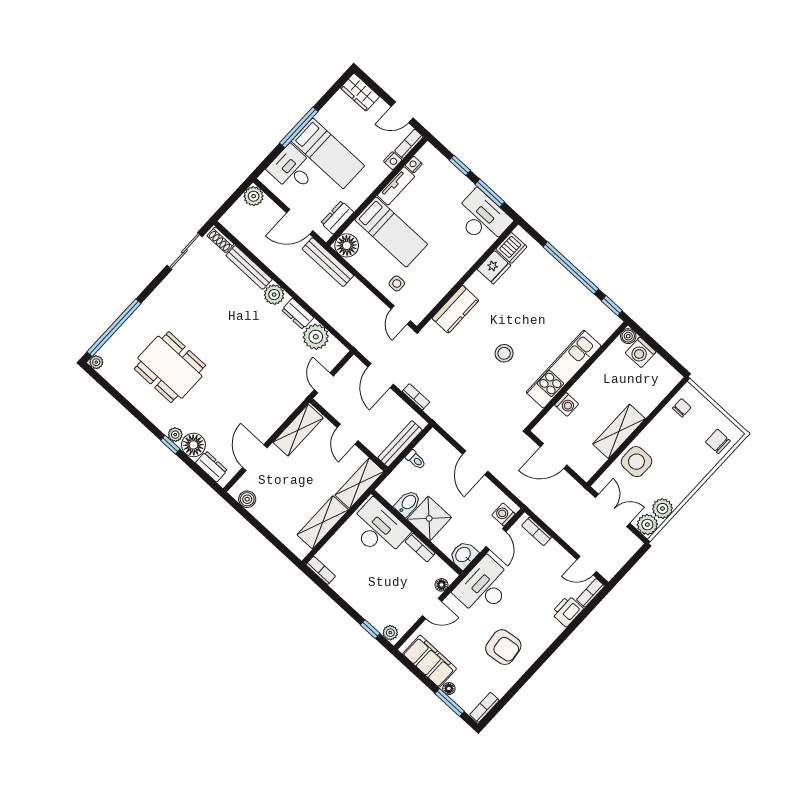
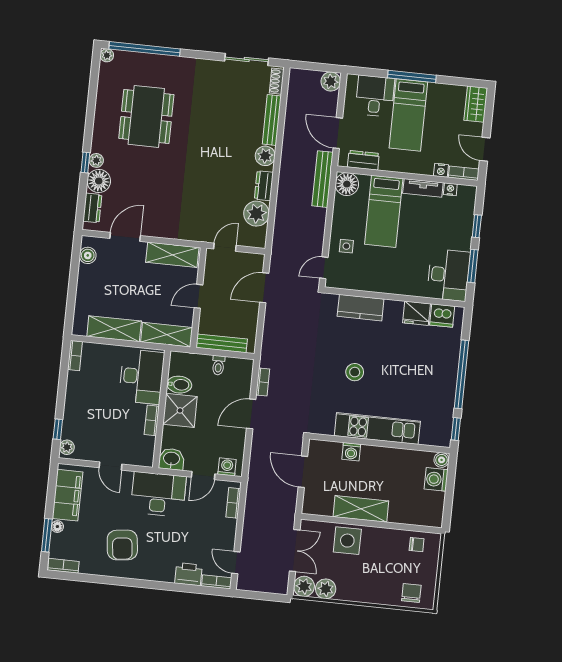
bookcase: (416, 397) -> (263, 382), moved
floor lamp: (441, 585) -> (135, 459), removed

